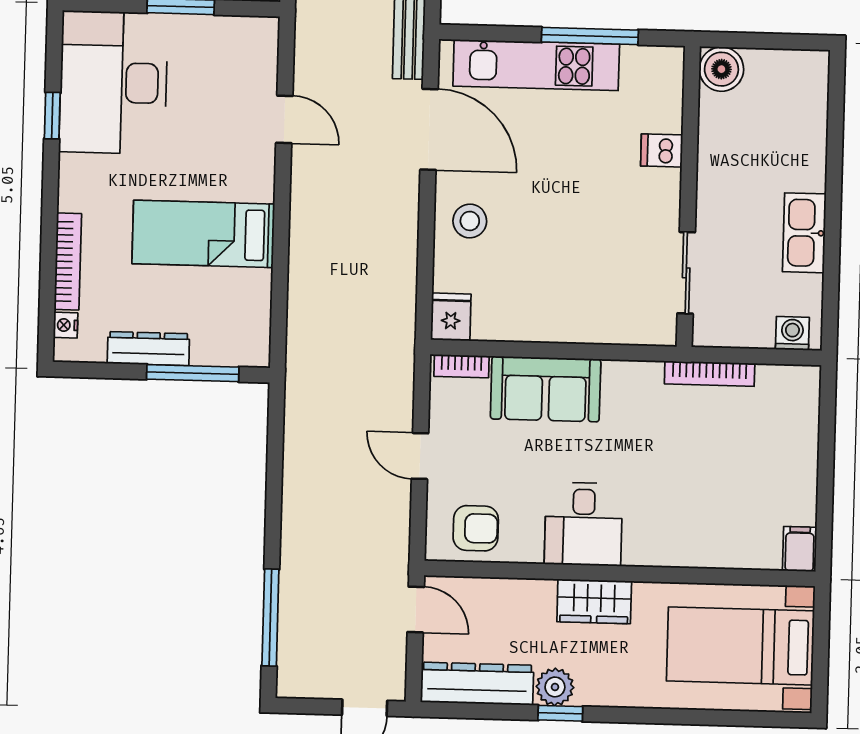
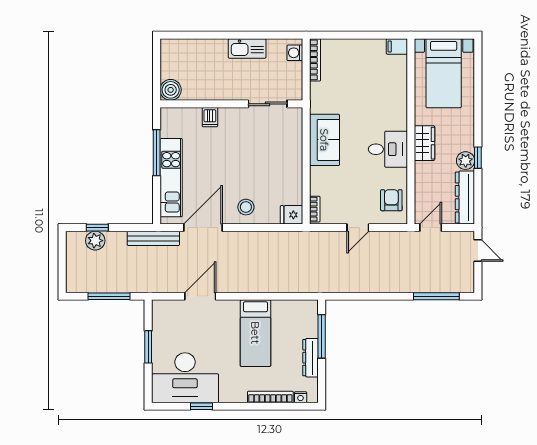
door: (284, 119) -> (200, 296), width x1.38
bookcase: (710, 374) -> (315, 60), moved
sofa: (546, 389) -> (324, 140), moved

